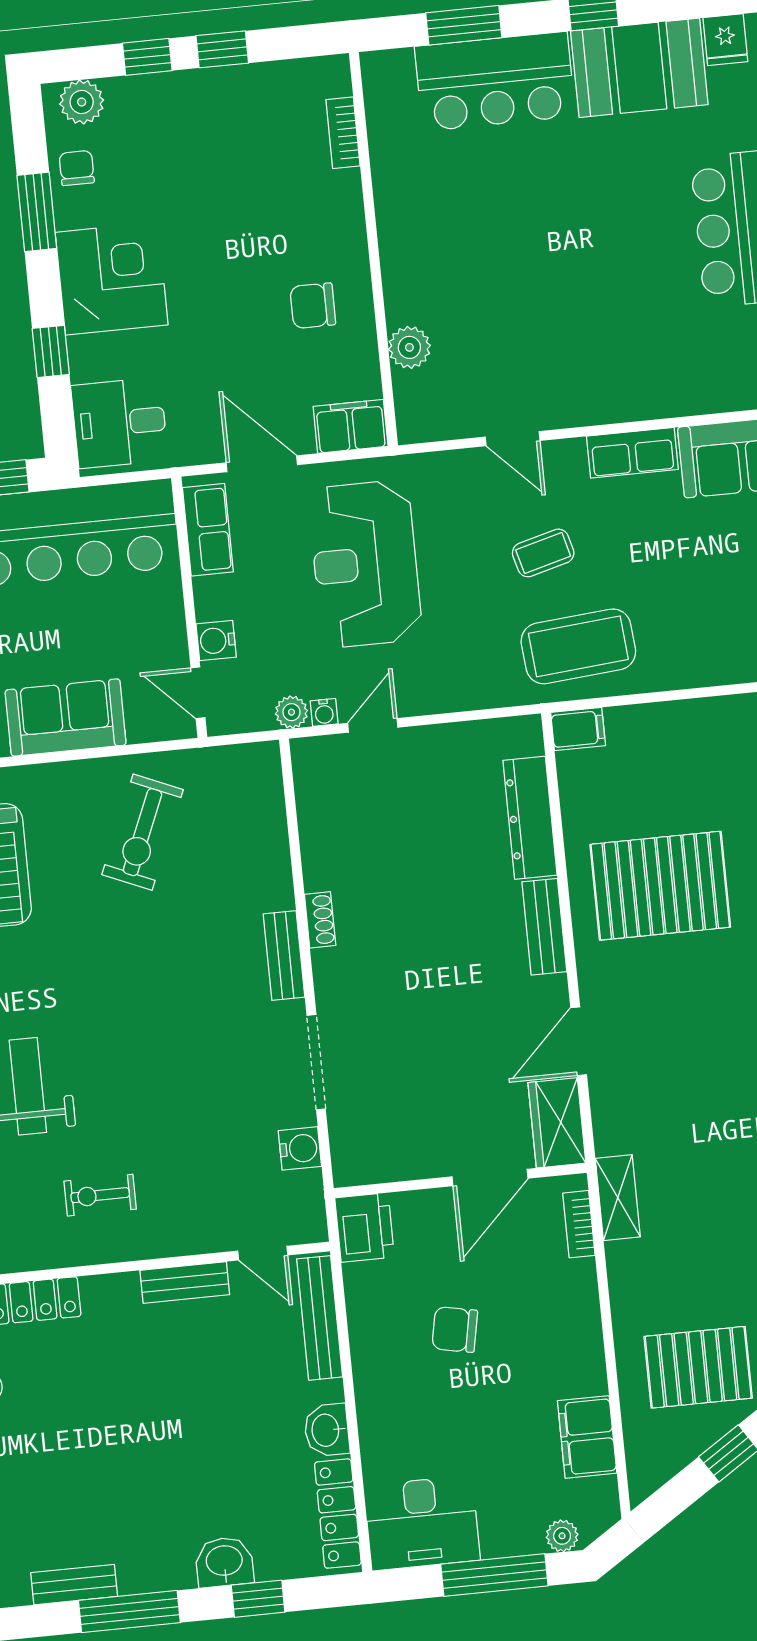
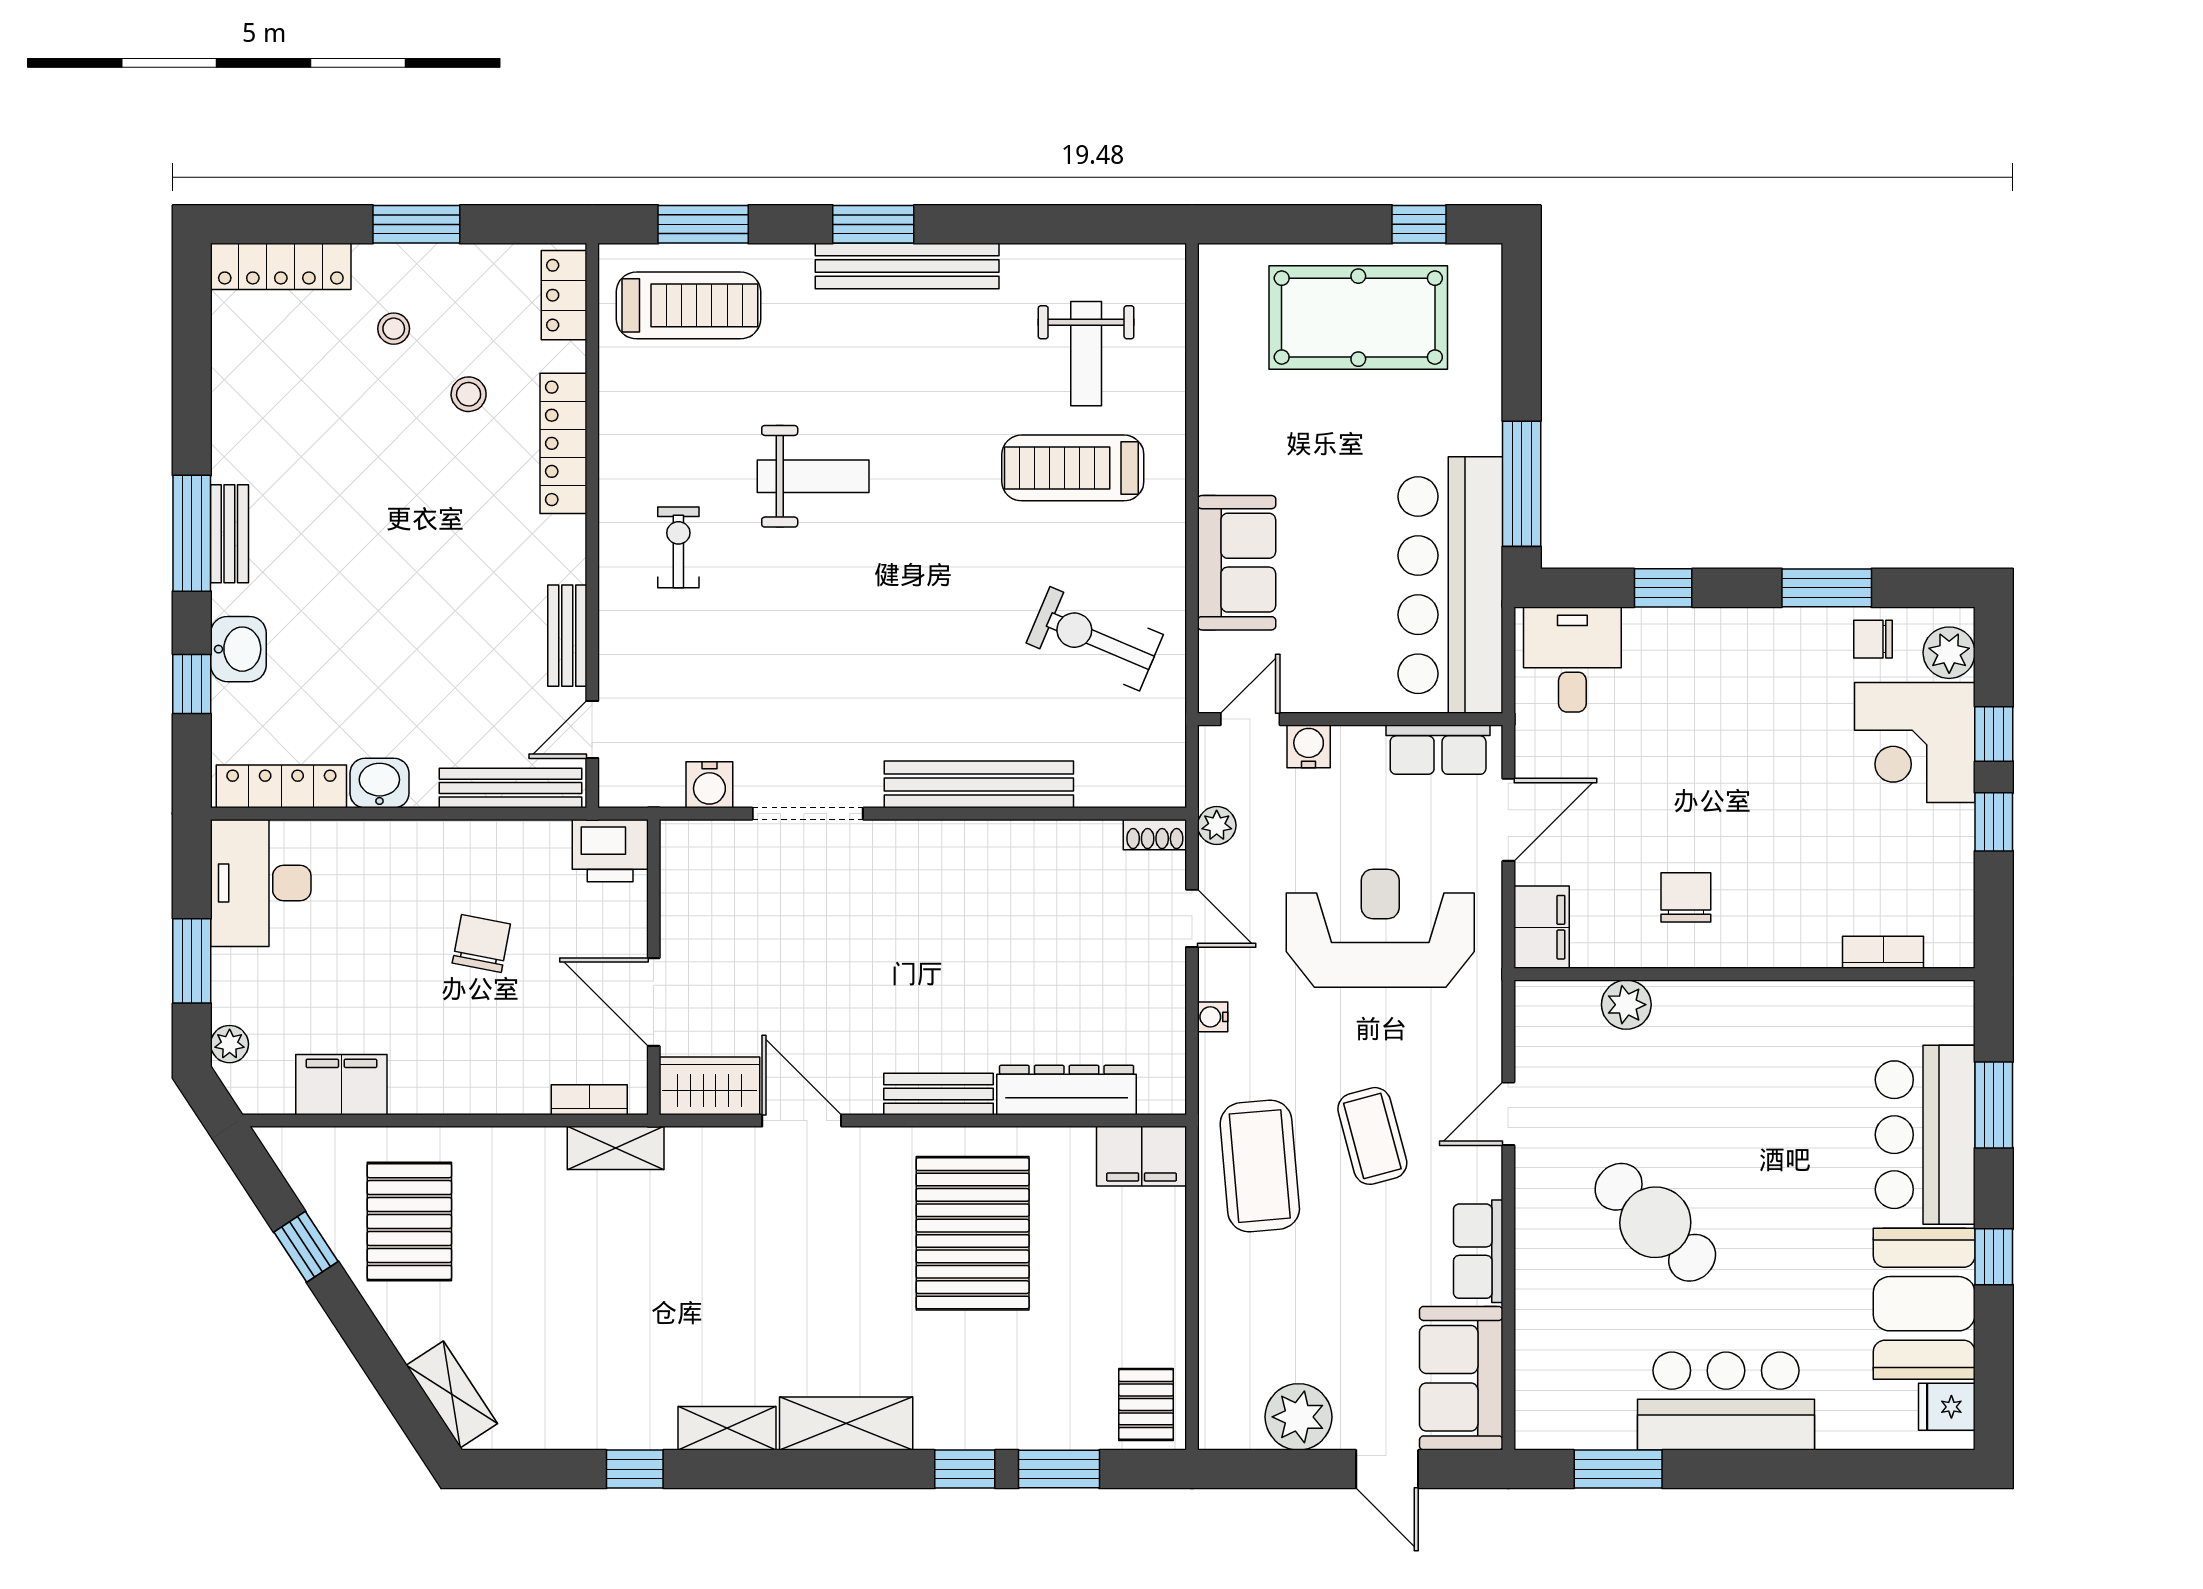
chair: (77, 168) -> (1873, 639), turned 180
corner desk: (112, 279) -> (1915, 743), moved, turned 90
cafe table: (593, 304) -> (1655, 1222), added
coffee table: (543, 553) -> (1372, 1136), width x1.36, depth x1.30
water cooler: (324, 712) -> (1213, 1017), moved
filing cabinet: (578, 729) -> (1142, 1156), width x2.00
shoe rack: (320, 920) -> (1155, 835), moved
bench: (284, 956) -> (979, 784), width x1.86, depth x1.21
window: (494, 1575) -> (192, 961), width x0.69
bench: (74, 1585) -> (229, 534), moved

